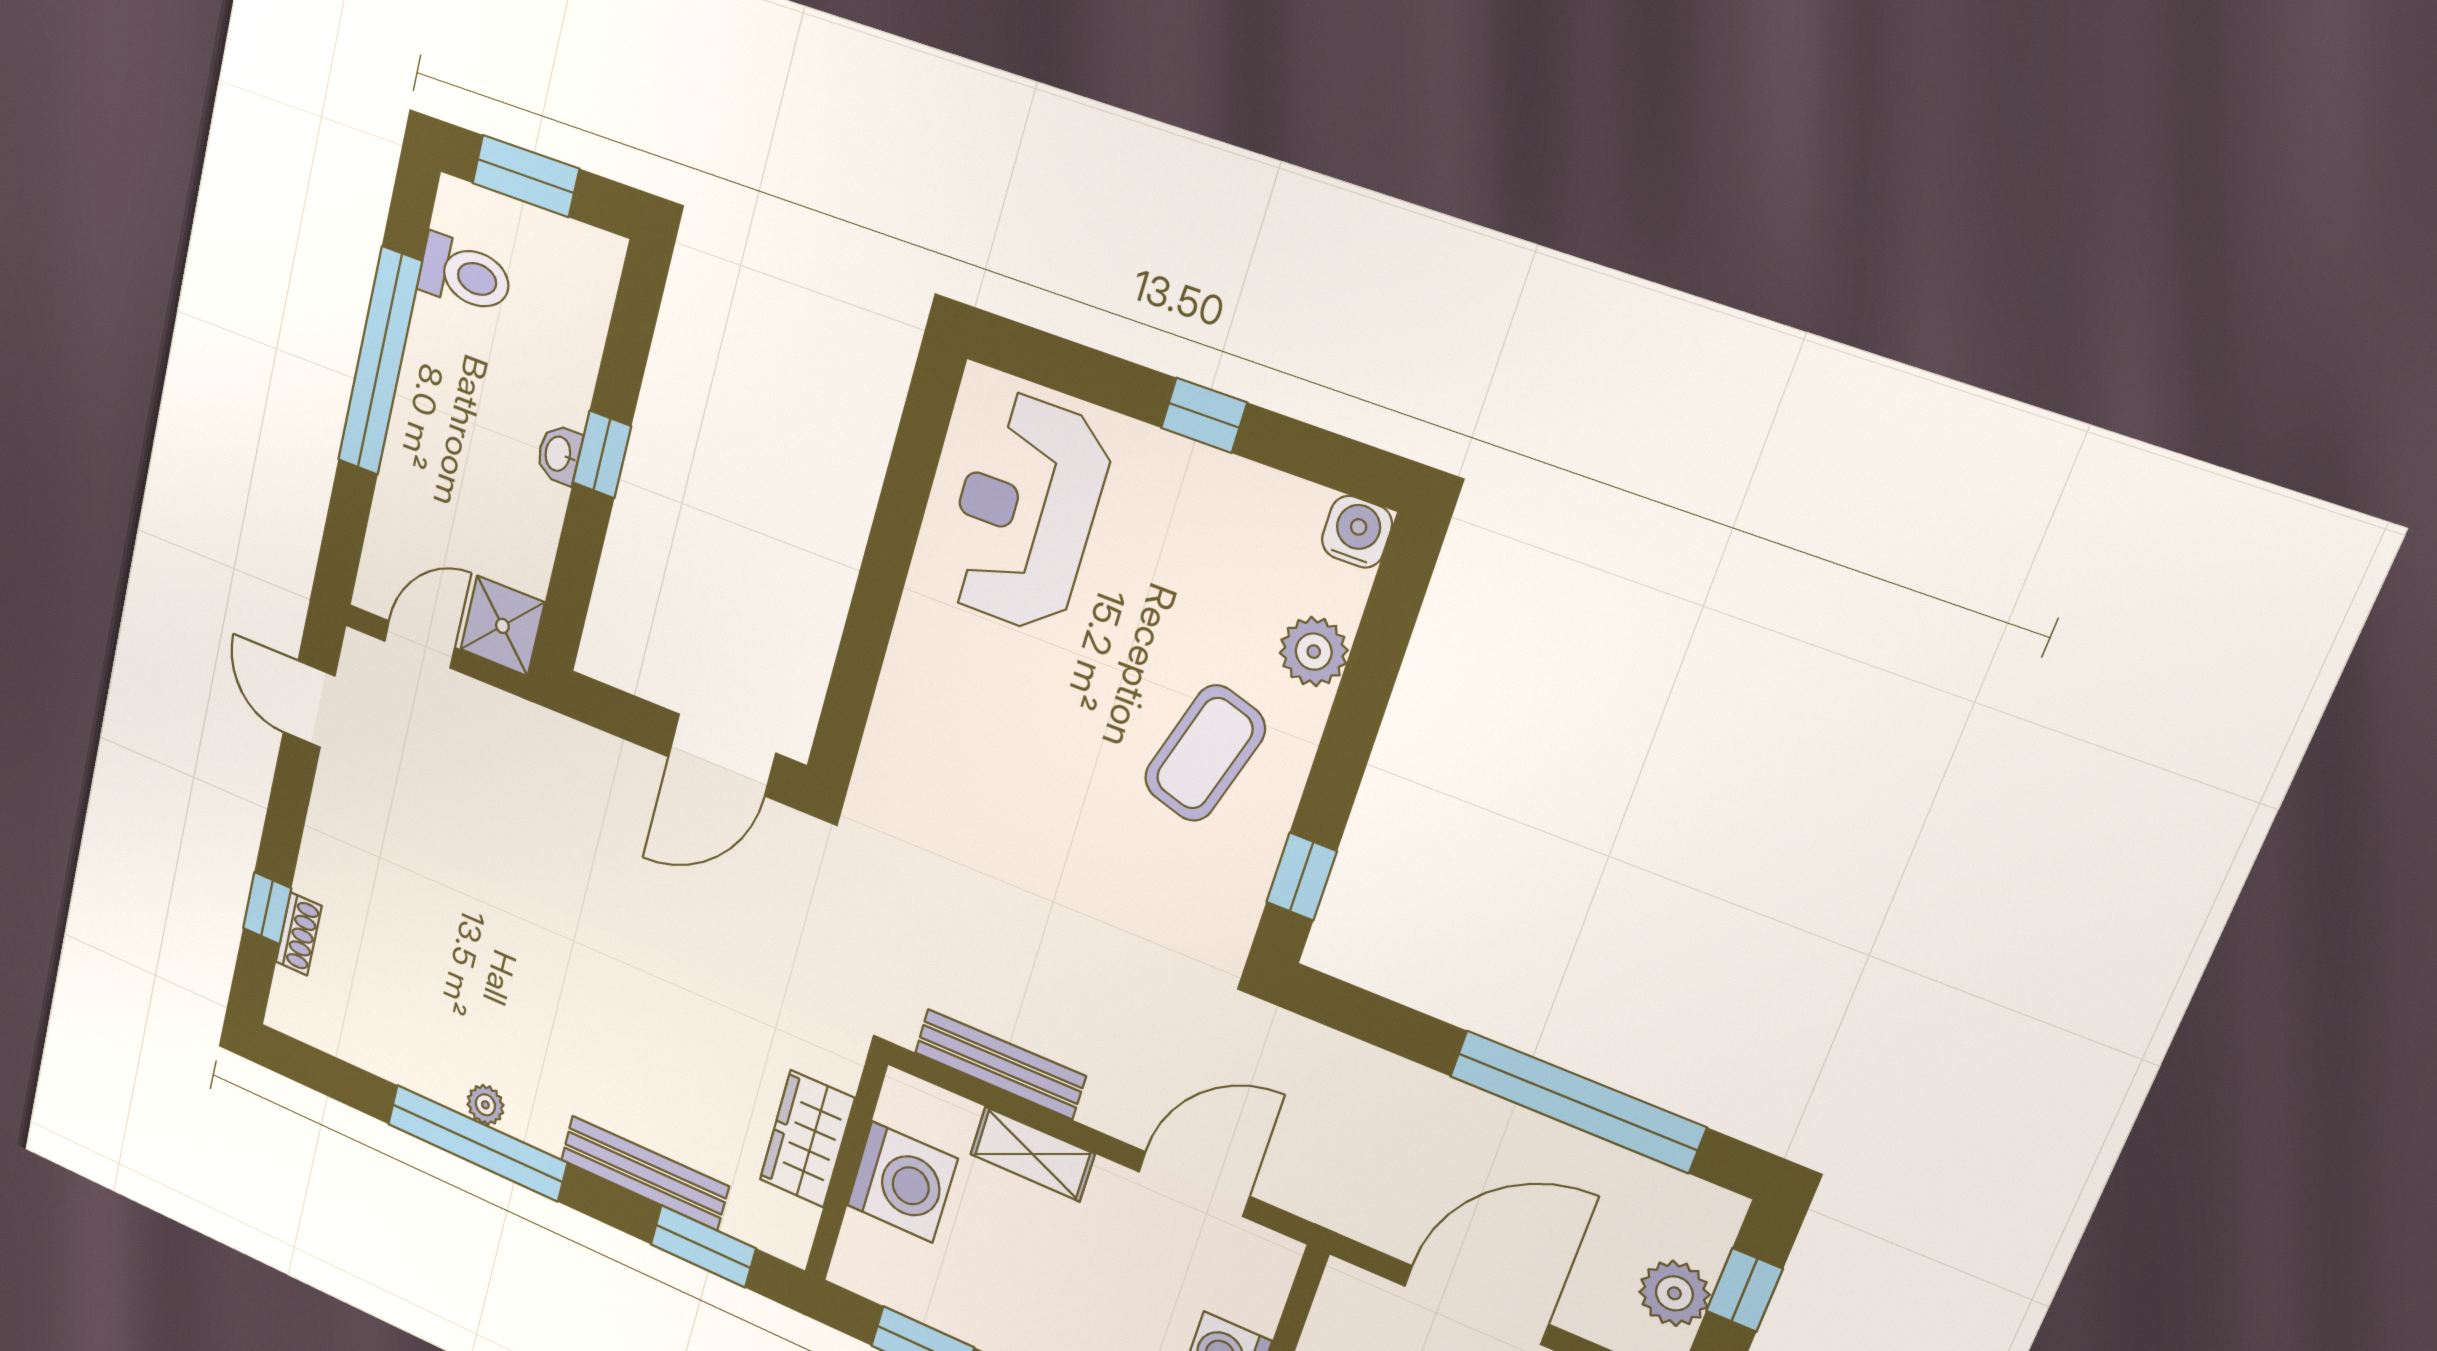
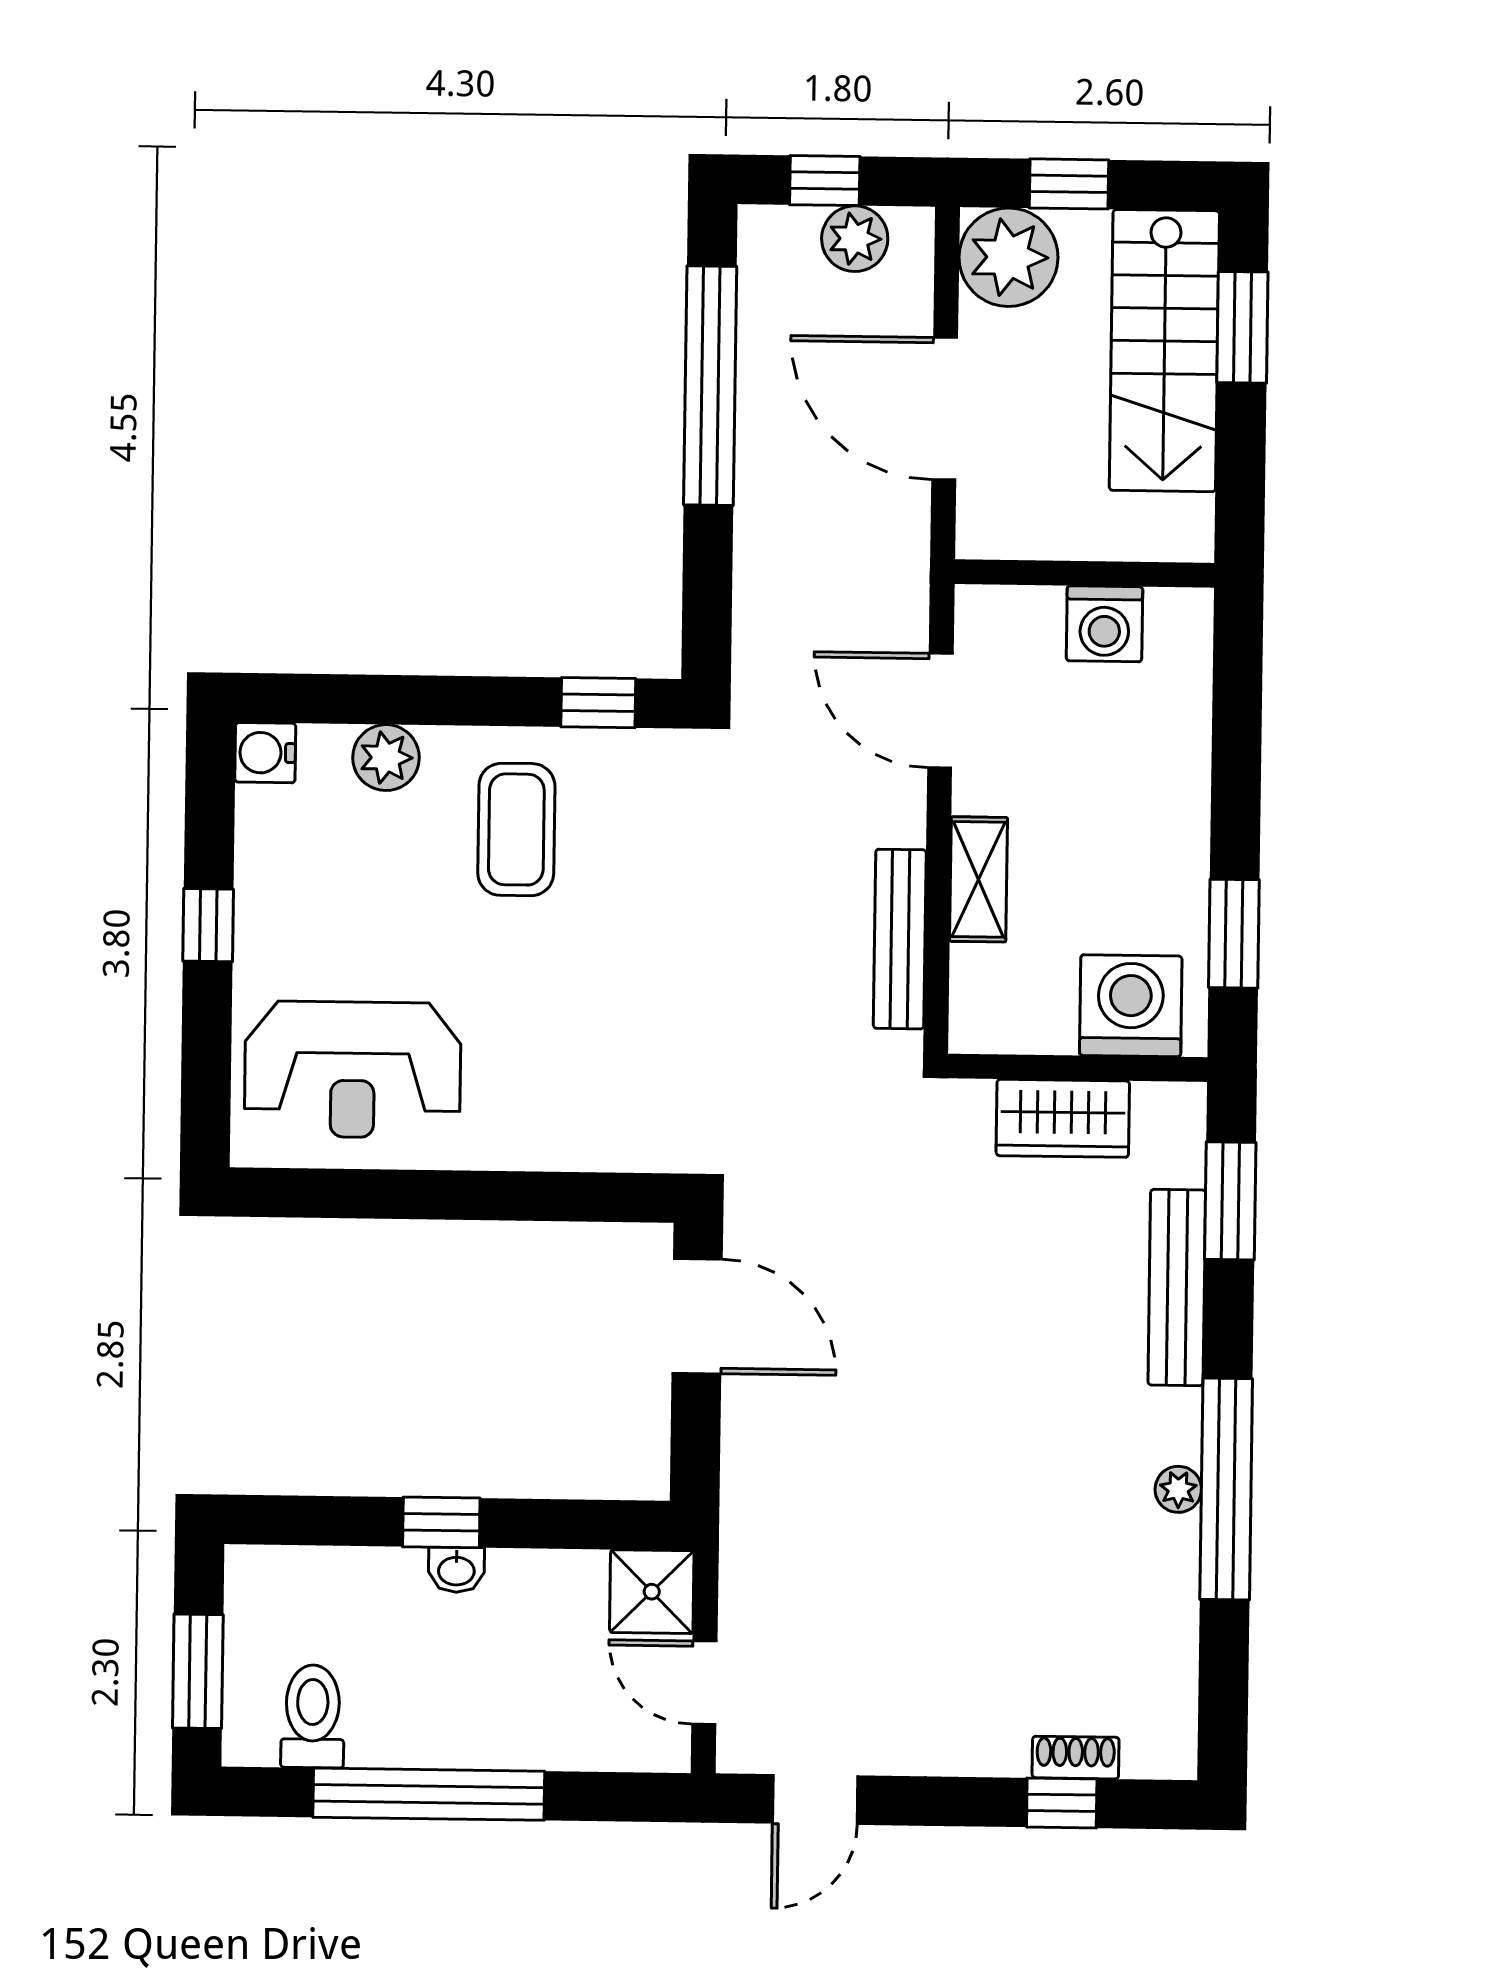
coffee table: (1205, 753) -> (516, 829), turned 73
washing machine: (902, 1182) -> (1131, 1006), moved

